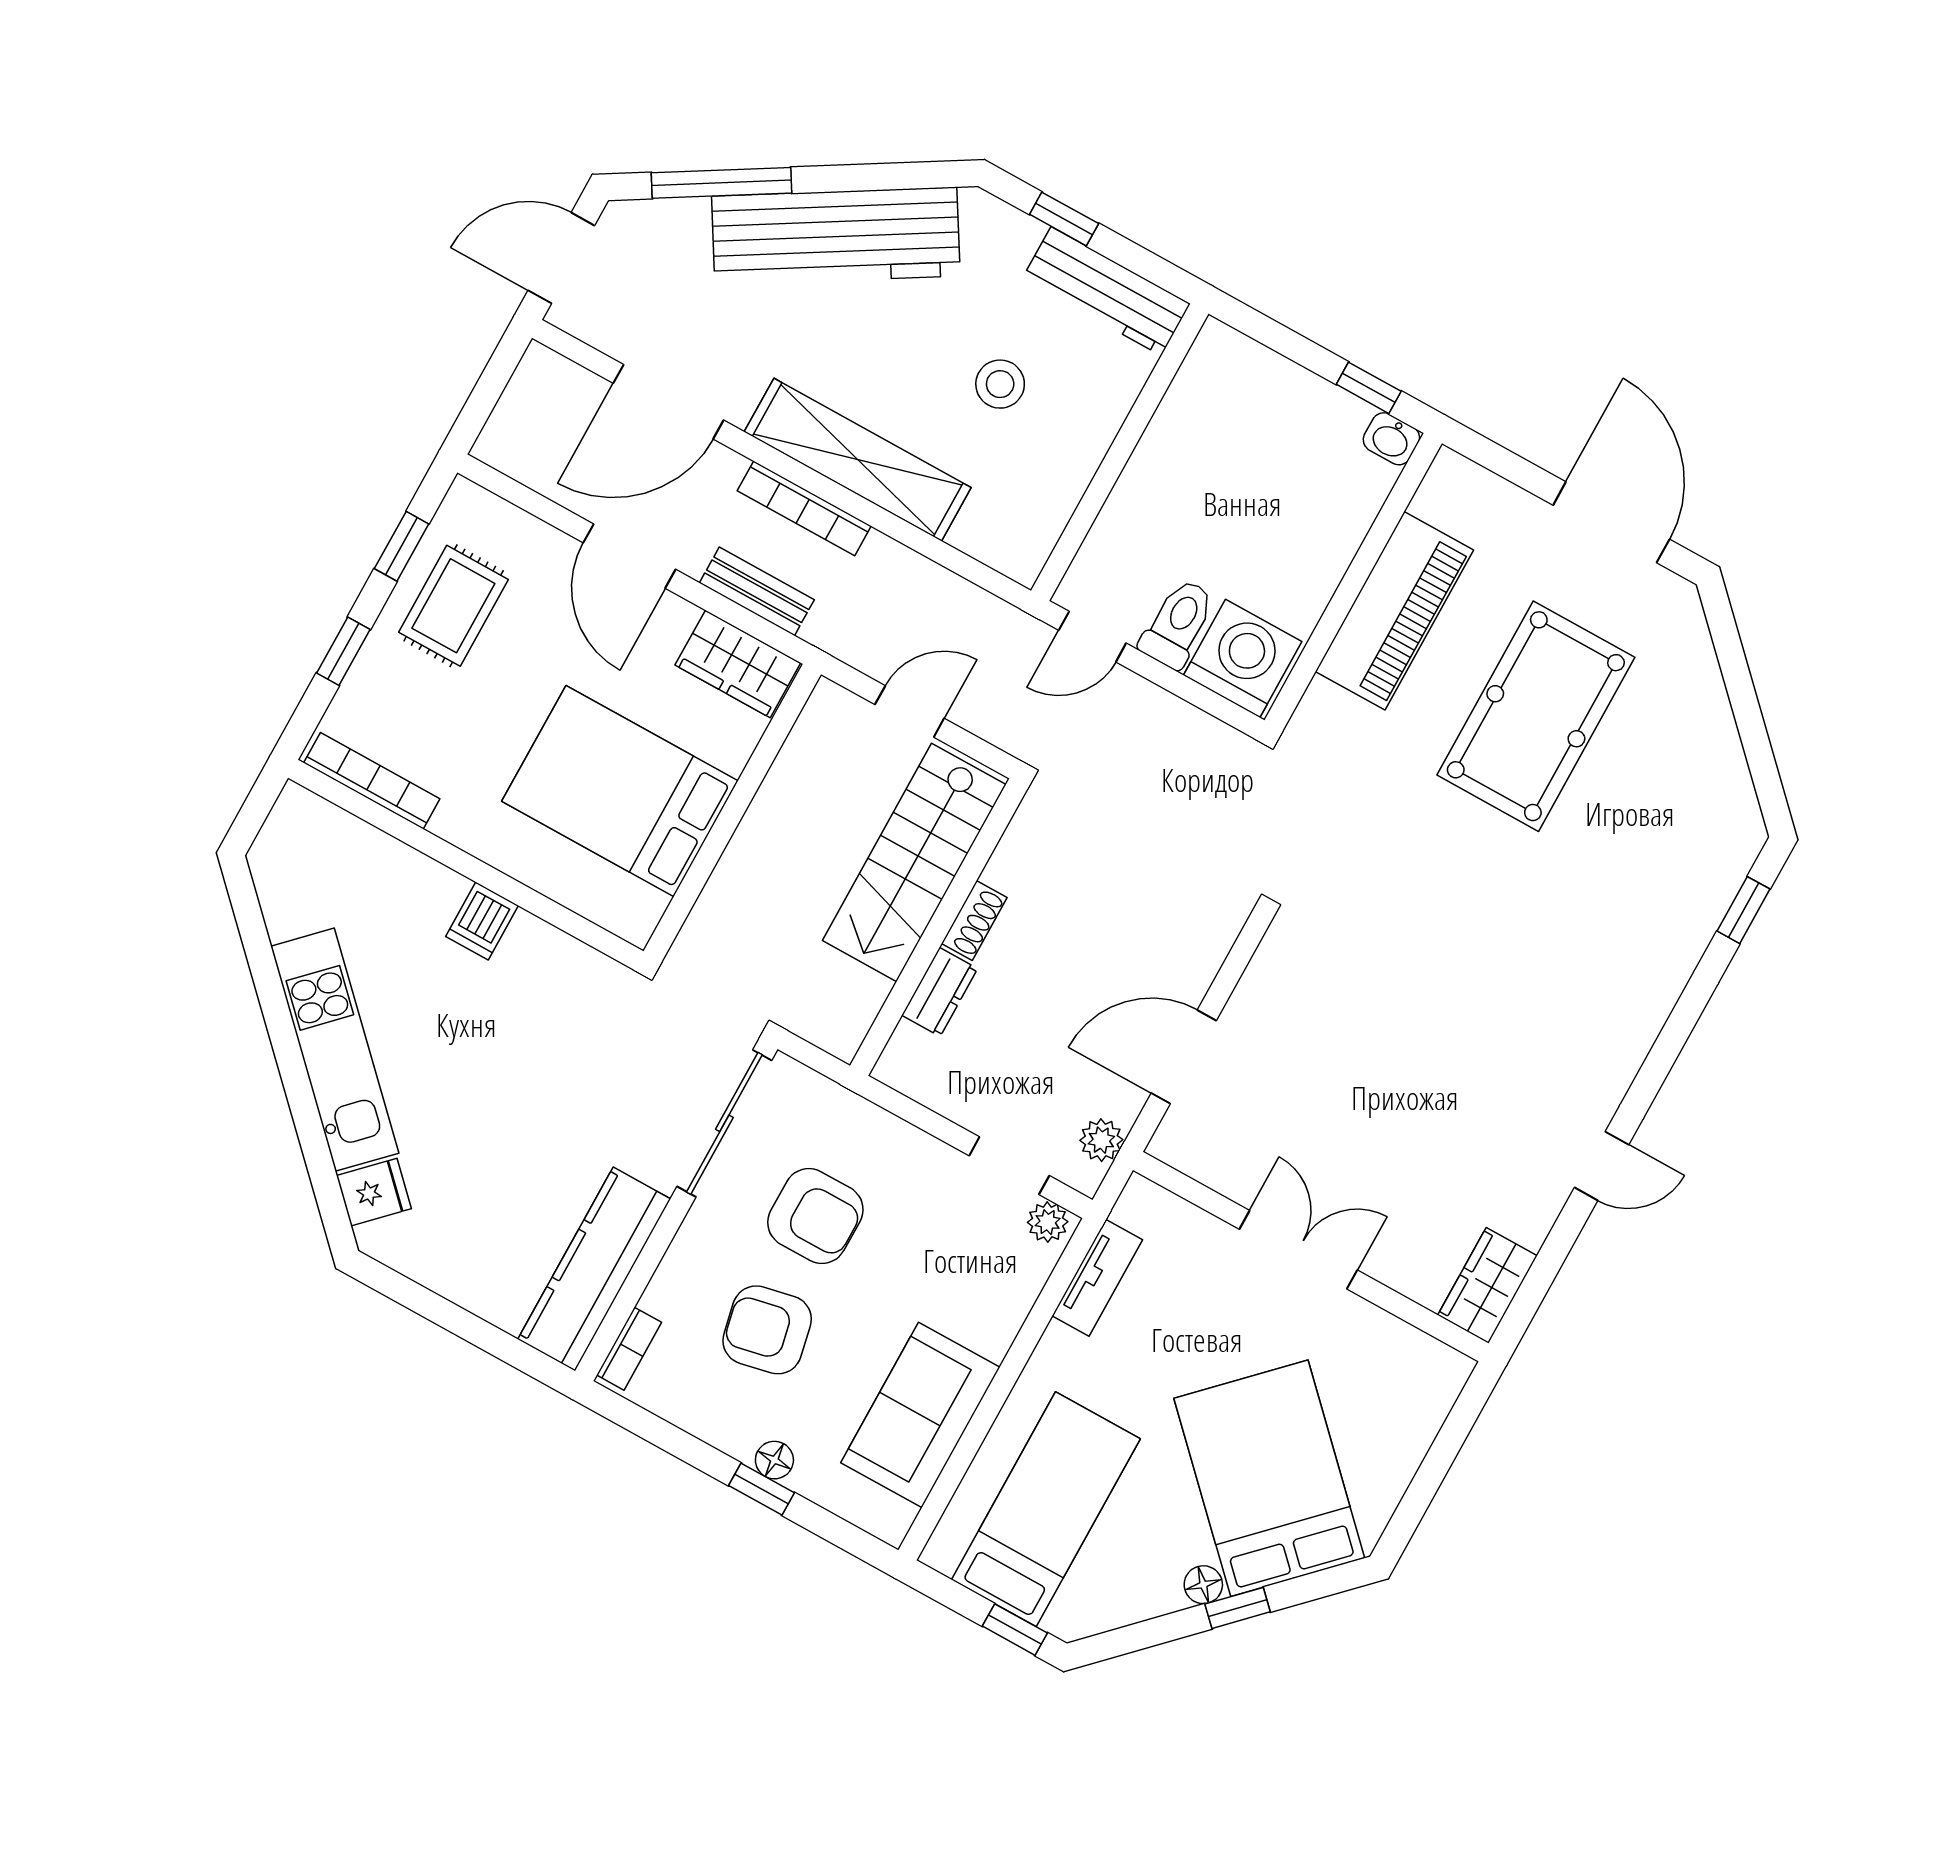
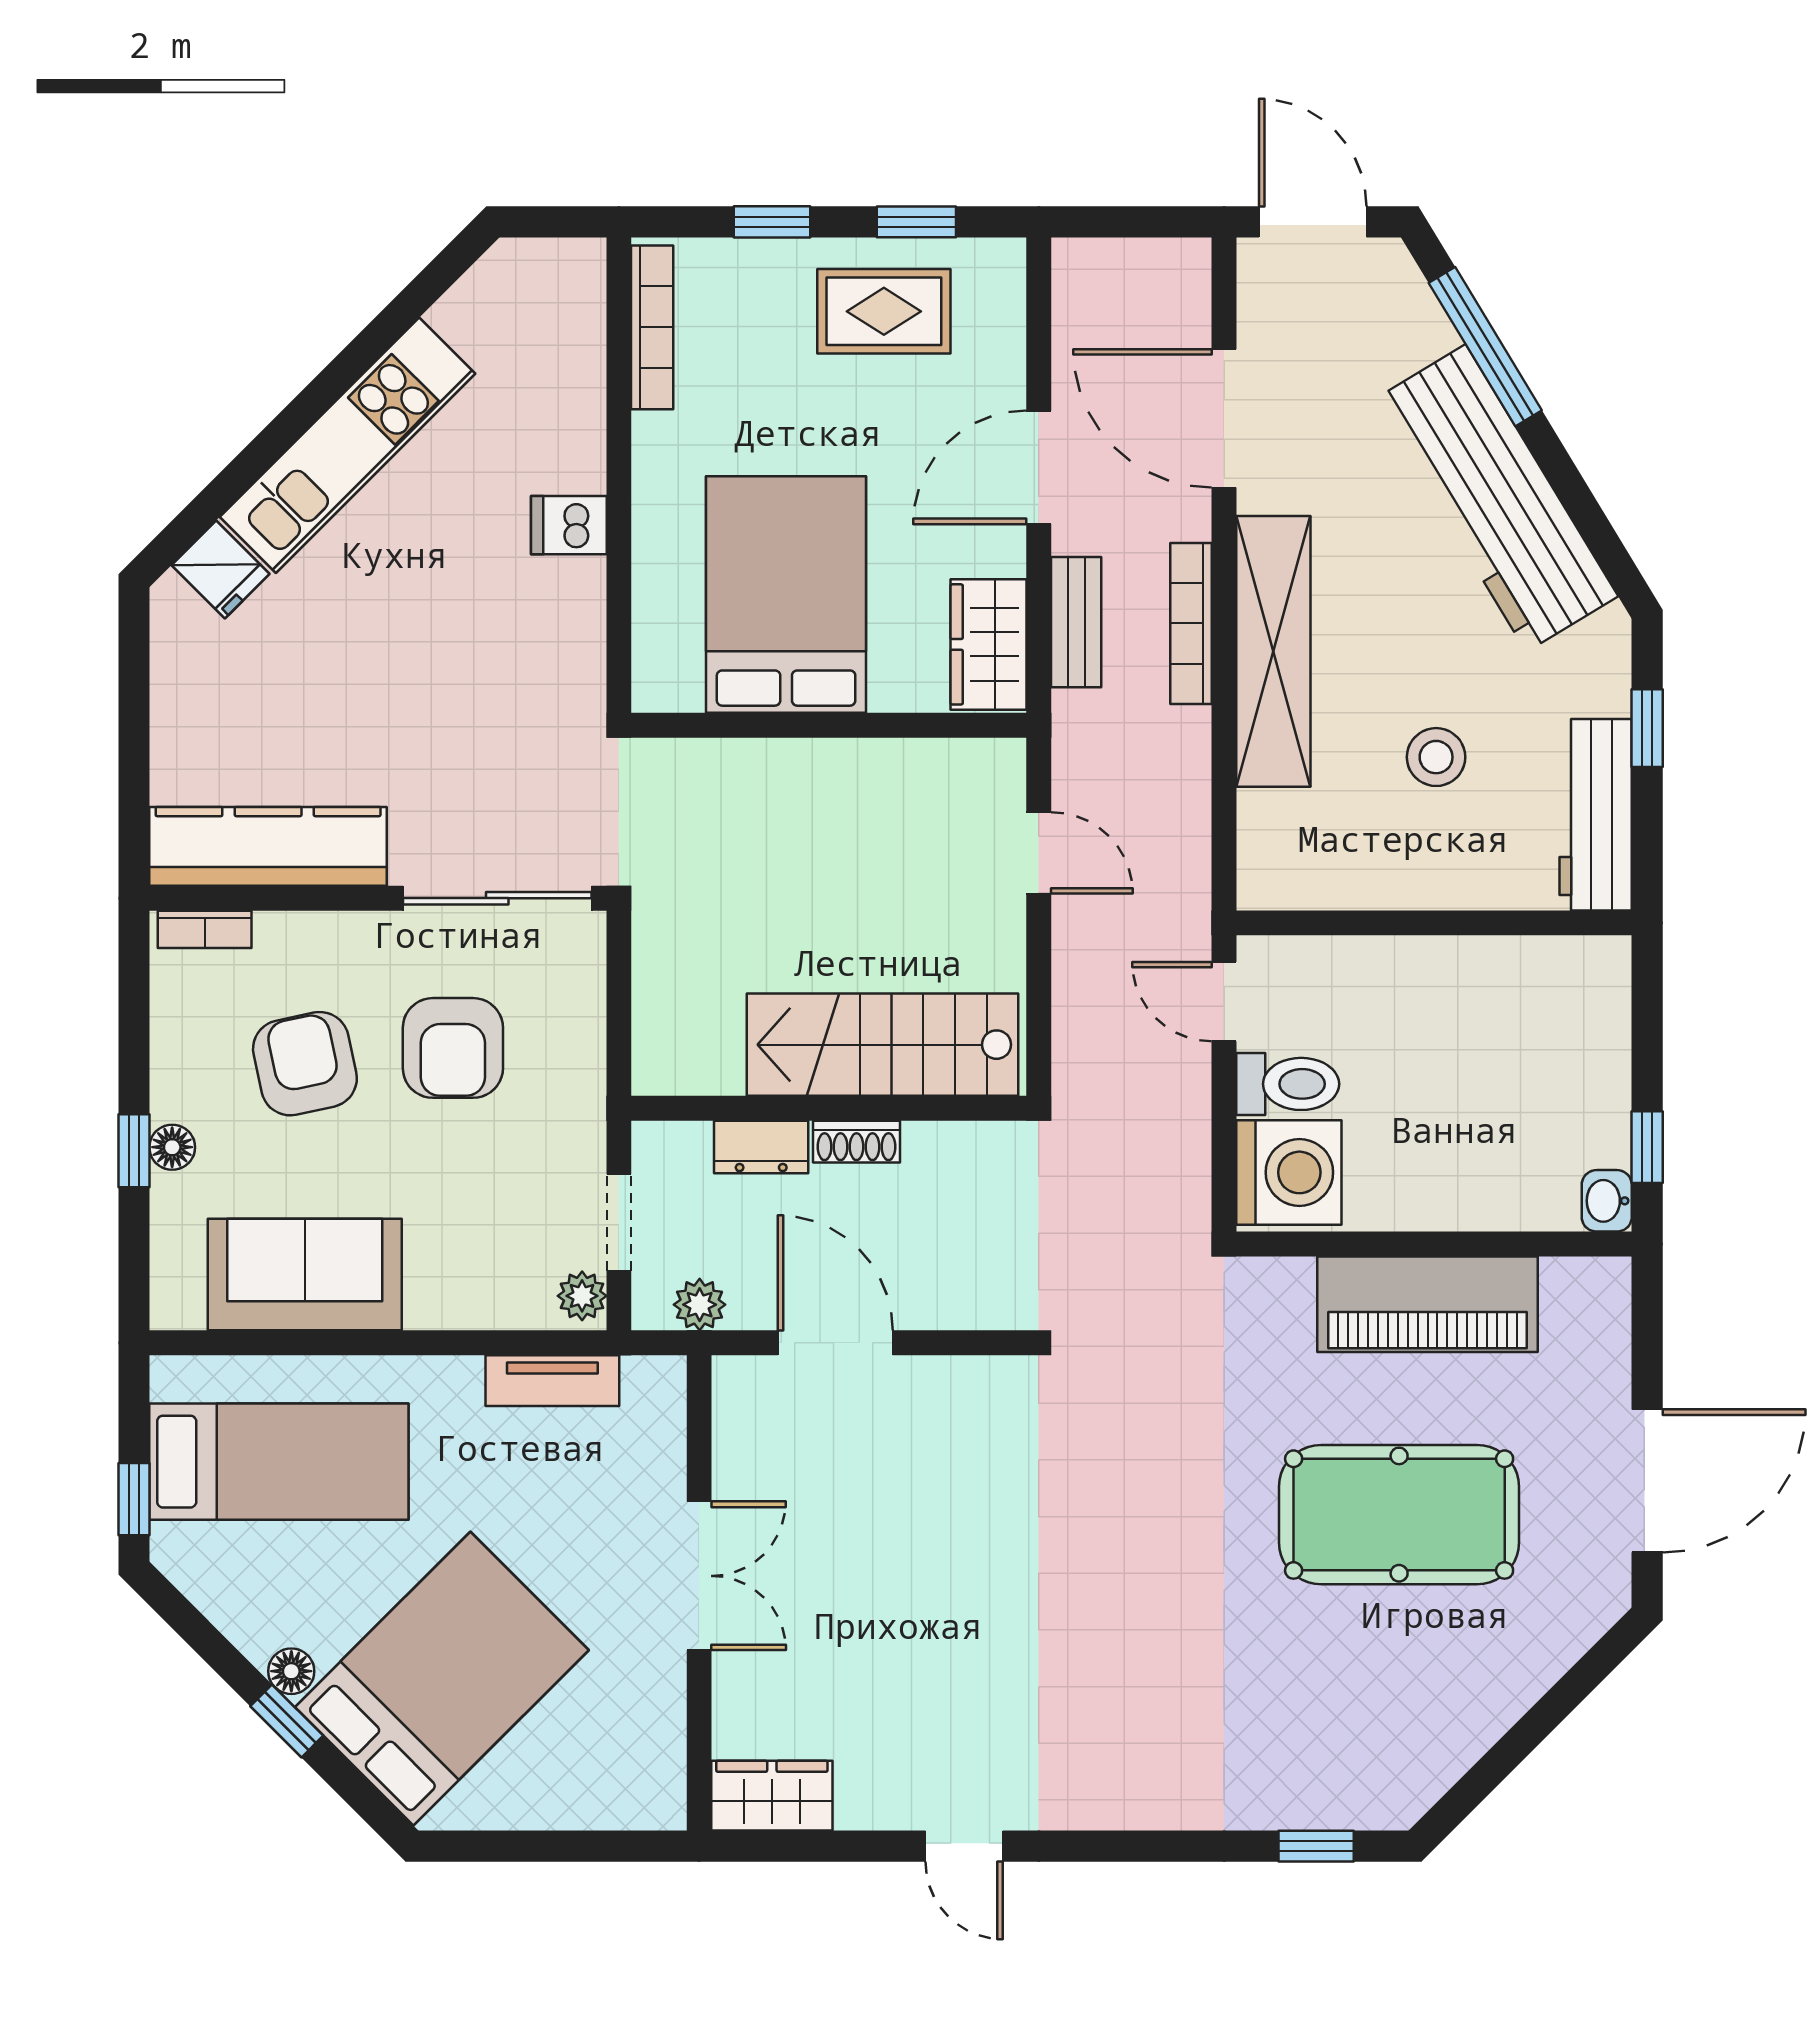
stairs: (914, 863) -> (883, 1045), moved
shoe rack: (974, 921) -> (857, 1142), moved
wall: (939, 927) -> (829, 1108), moved
dresser: (940, 992) -> (761, 1147), moved

